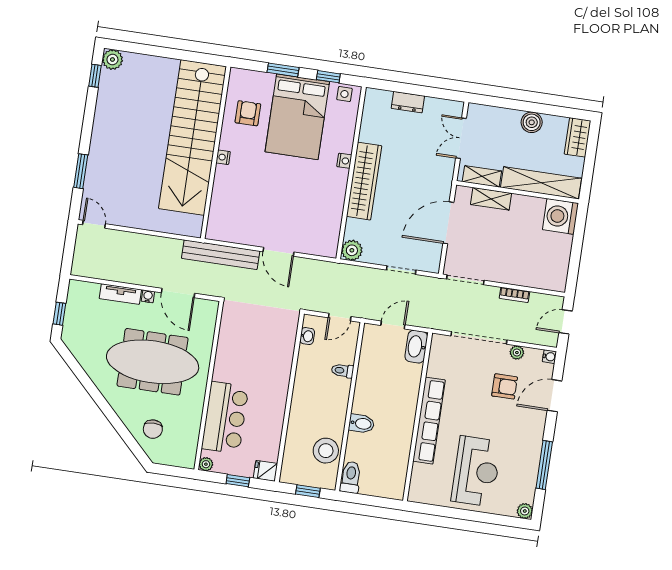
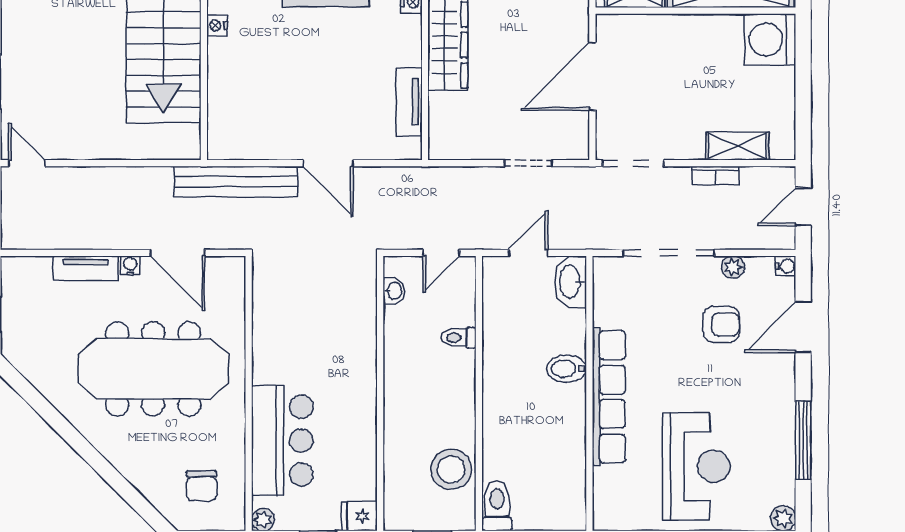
shelving: (491, 199) -> (738, 146), moved
tv unit: (334, 222) -> (409, 102), added
plant: (352, 250) -> (445, 143), removed
bidet: (362, 424) -> (567, 369), moved, turned 180
chair: (153, 429) -> (202, 486), moved

